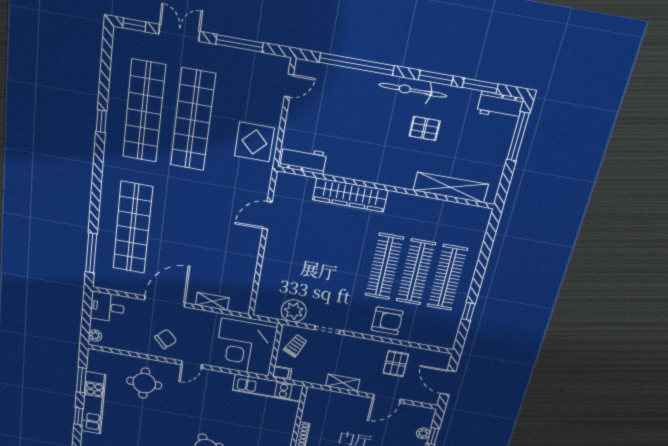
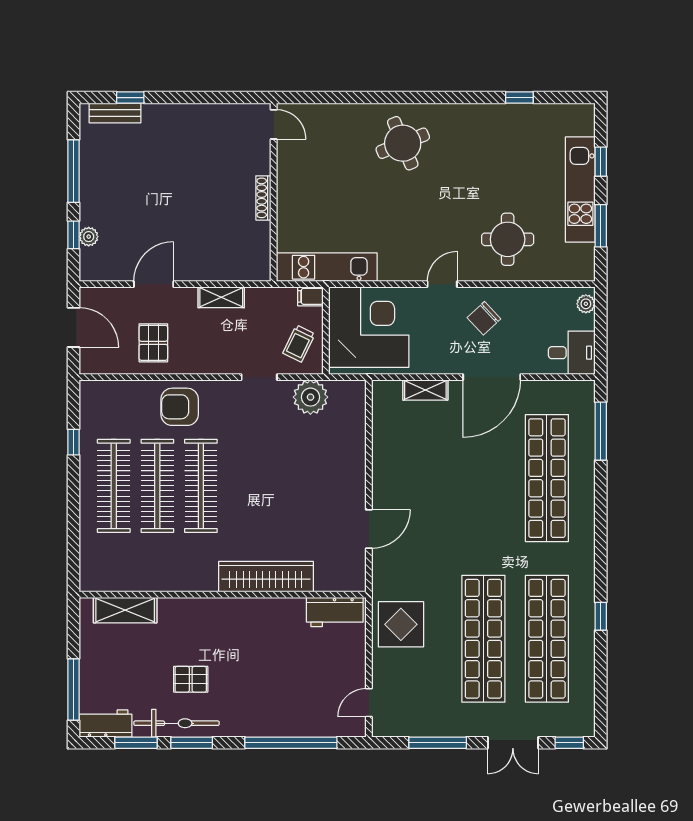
bicycle: (413, 90) -> (176, 723), moved
shelving: (451, 187) -> (125, 610), width x0.68

